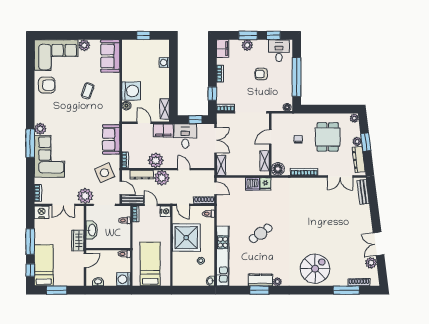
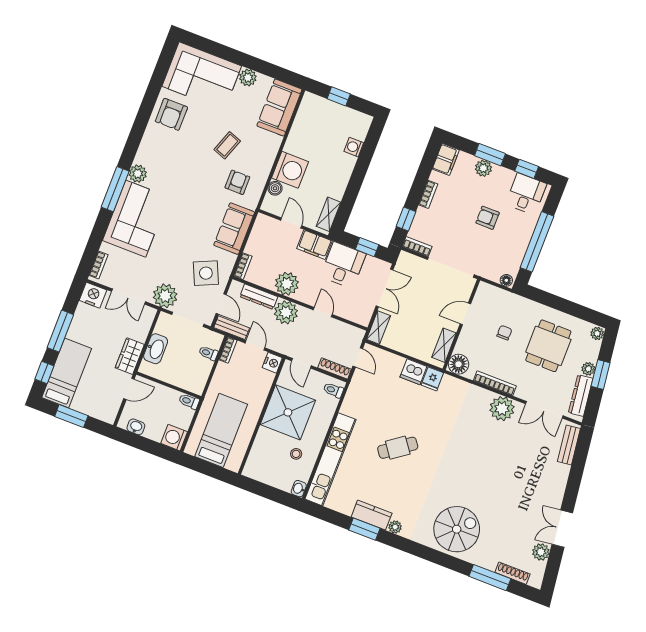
armchair: (47, 85) -> (171, 114), turned 90
armchair: (102, 111) -> (237, 182), added
plant: (314, 186) -> (502, 409), added

